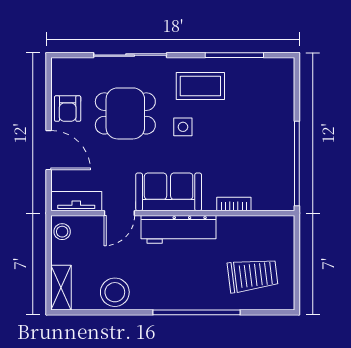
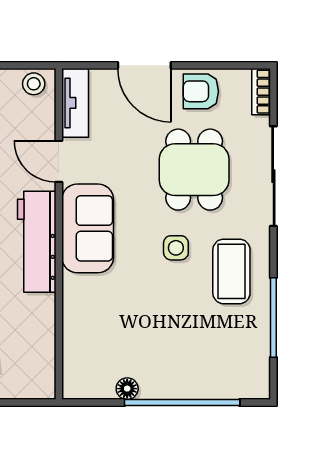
door: (49, 150) -> (144, 65), hinge flipped
floor lamp: (287, 163) -> (127, 389), added
window: (297, 163) -> (182, 403), moved
bookcase: (234, 204) -> (261, 92), moved, turned 180

